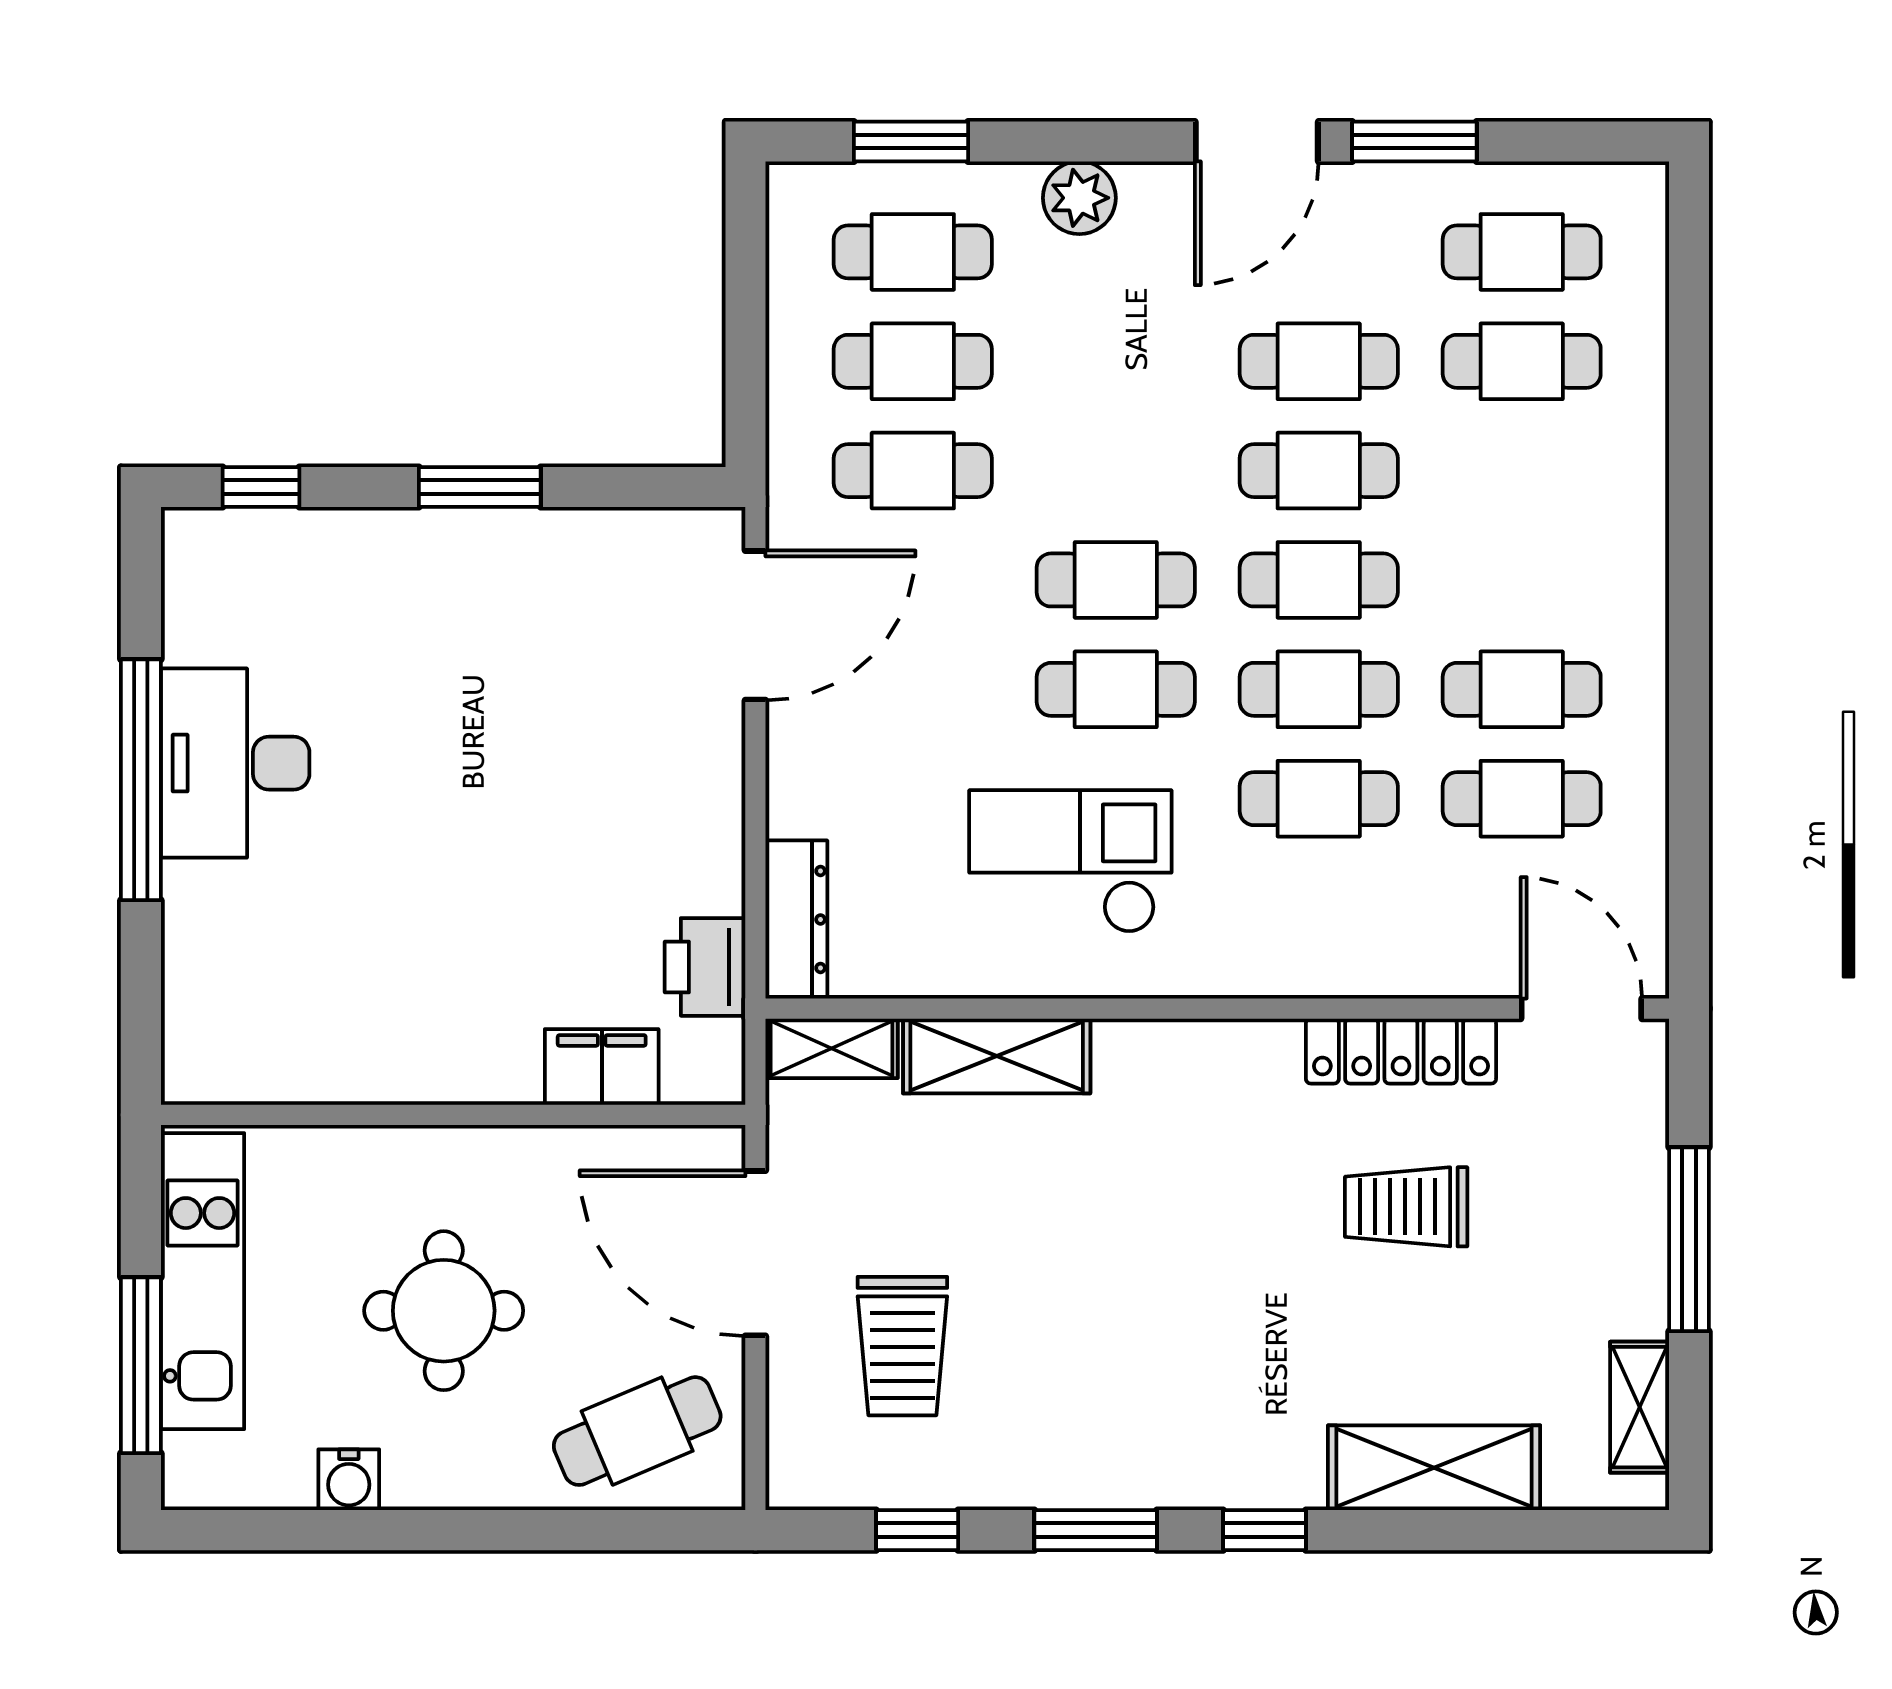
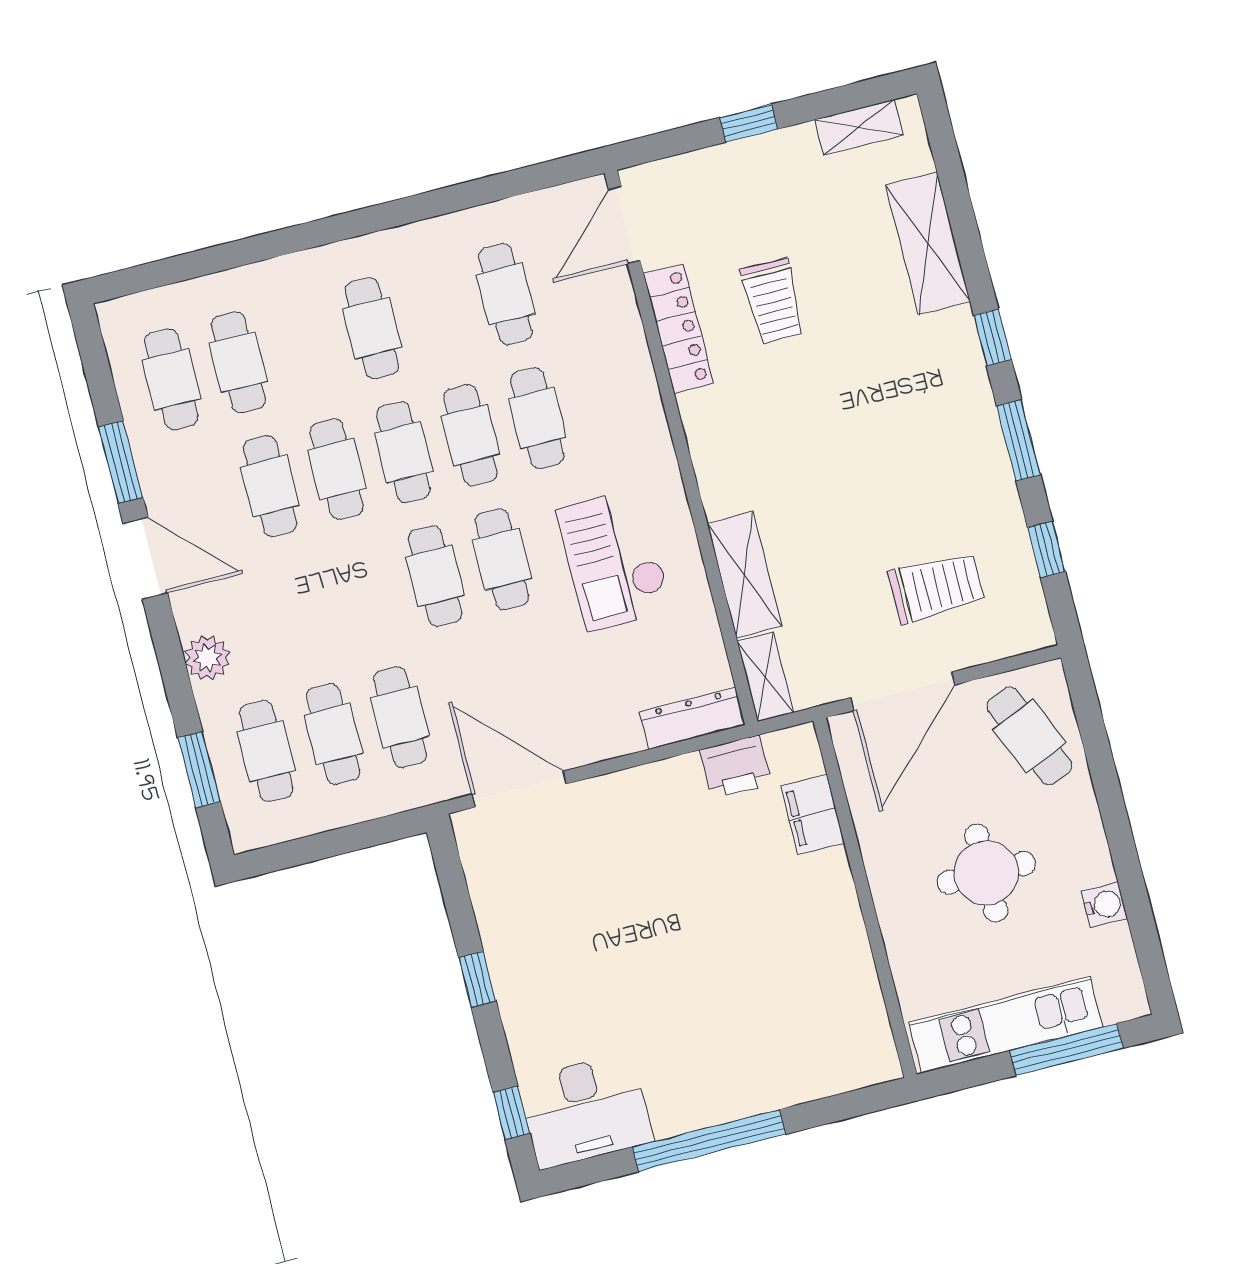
window: (480, 487) -> (477, 979), width x0.67
cafe table: (1522, 689) -> (372, 328), moved
desk: (235, 763) -> (585, 1111), moved
window: (1689, 1239) -> (749, 123), width x0.46

